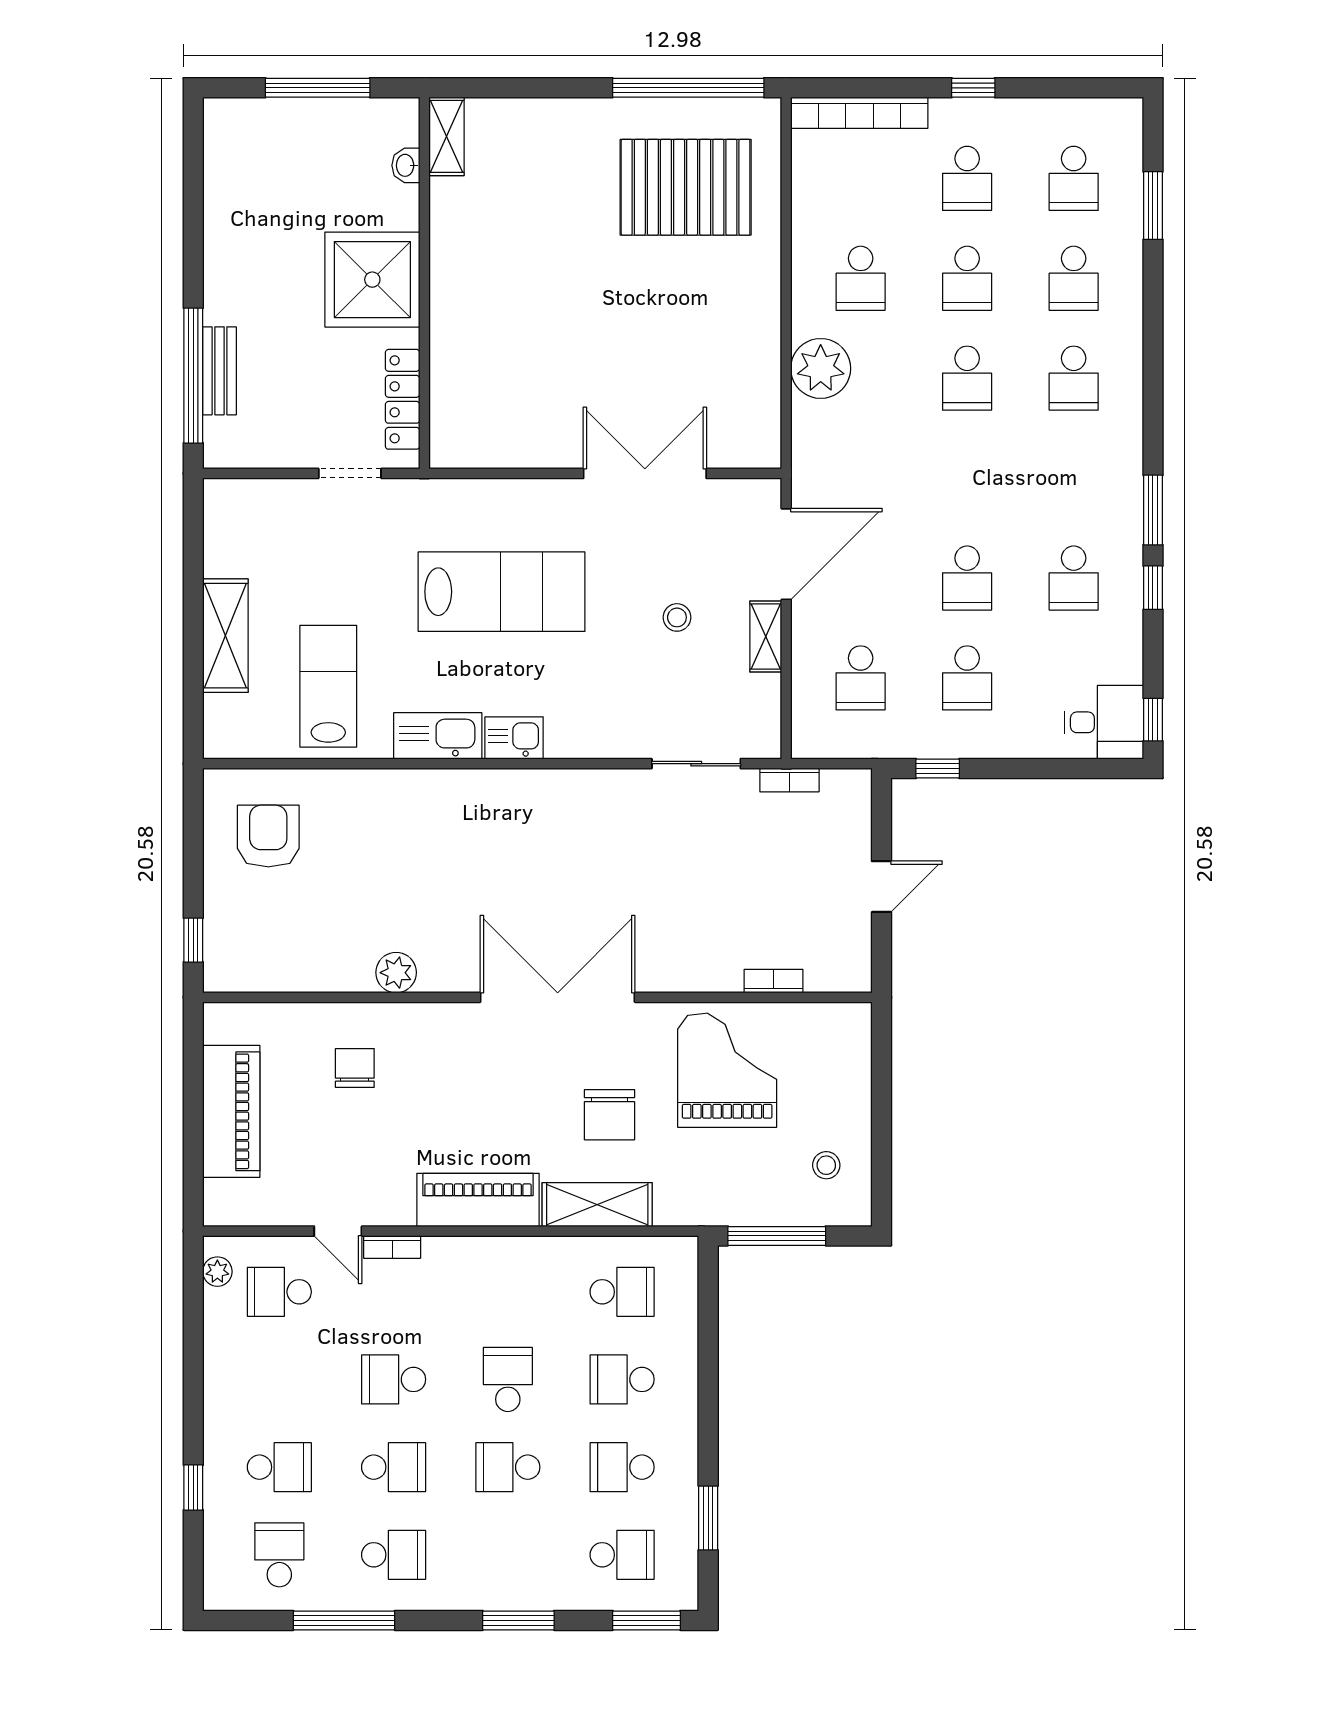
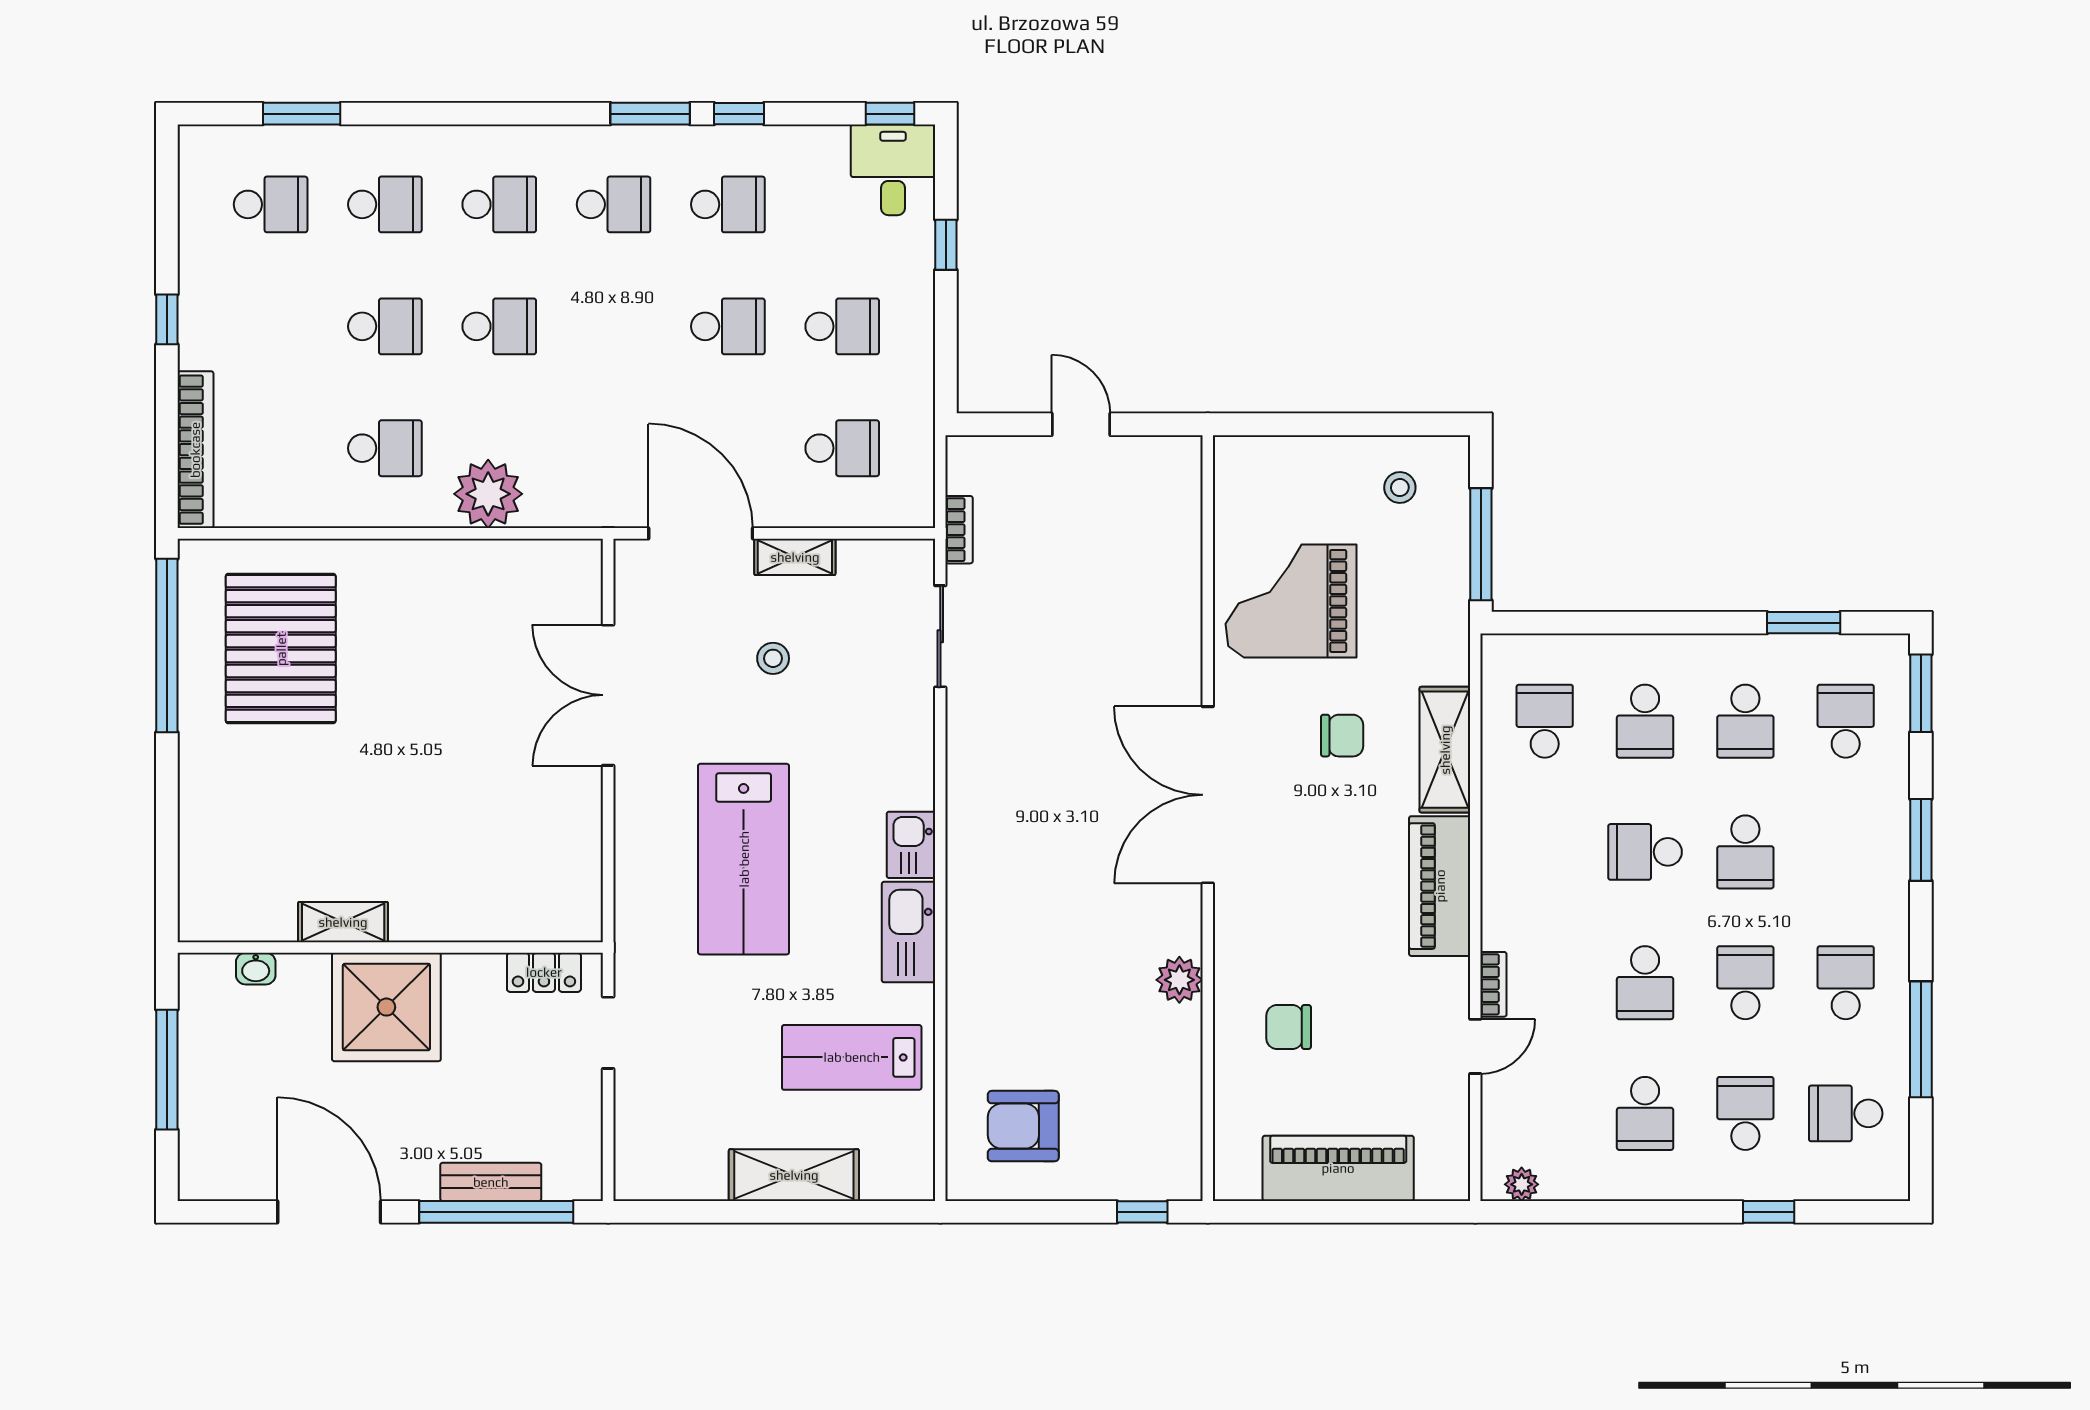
shelving: (446, 136) -> (343, 922), moved
school desk: (967, 178) -> (614, 204), moved
door: (193, 230) -> (329, 1212), added
locker: (403, 399) -> (544, 972), width x0.66
lab bench: (502, 592) -> (744, 859), turned 180
window: (938, 769) -> (946, 245), moved
bookcase: (774, 981) -> (1189, 548), removed
chair: (609, 1115) -> (1342, 736), width x0.73, depth x0.73
school desk: (279, 1292) -> (1645, 1113), moved

